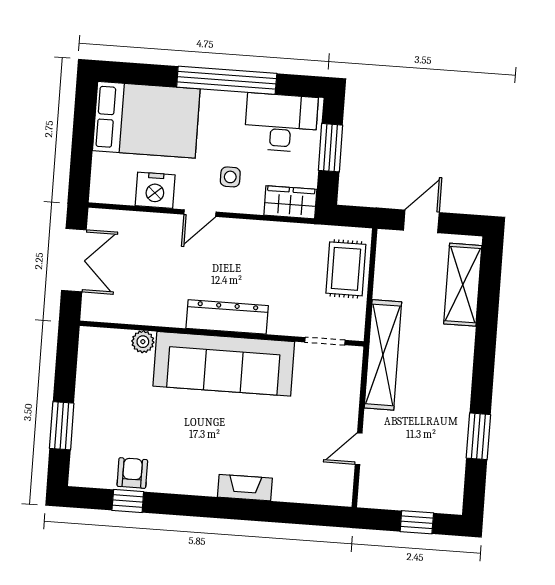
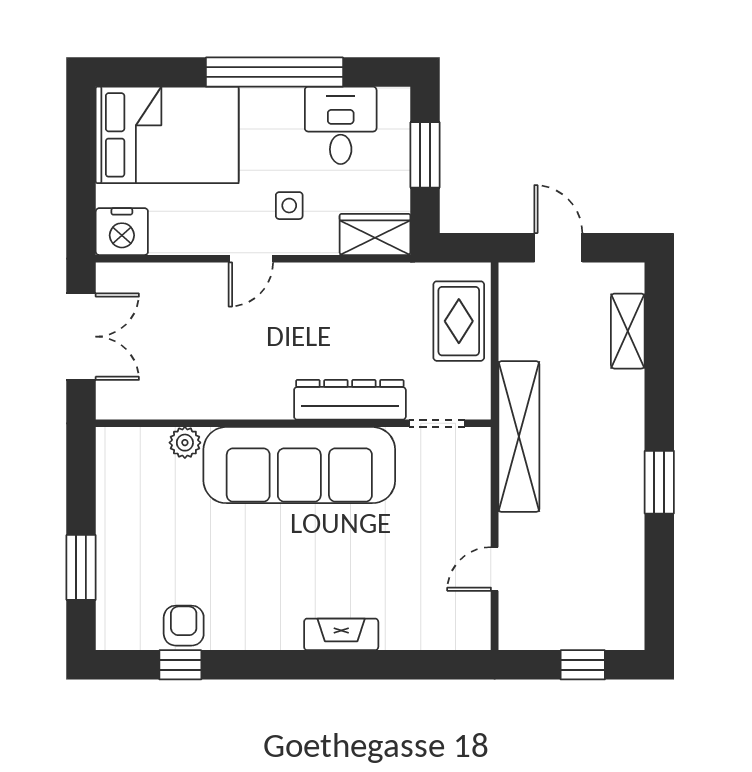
desk: (281, 123) -> (341, 125), width x0.73
nightstand: (155, 190) -> (122, 232), moved
door: (421, 221) -> (558, 248), hinge flipped
shelving: (463, 285) -> (628, 331), width x0.67, depth x0.75
dresser: (227, 317) -> (350, 400), moved
window: (478, 436) -> (659, 482), moved

